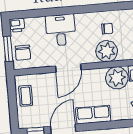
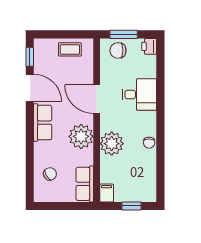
chair: (107, 29) -> (149, 143), moved
plant: (117, 78) -> (81, 136), moved

